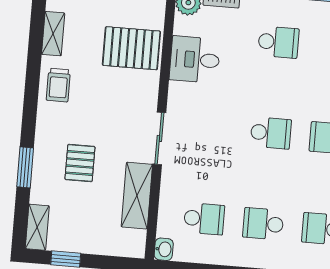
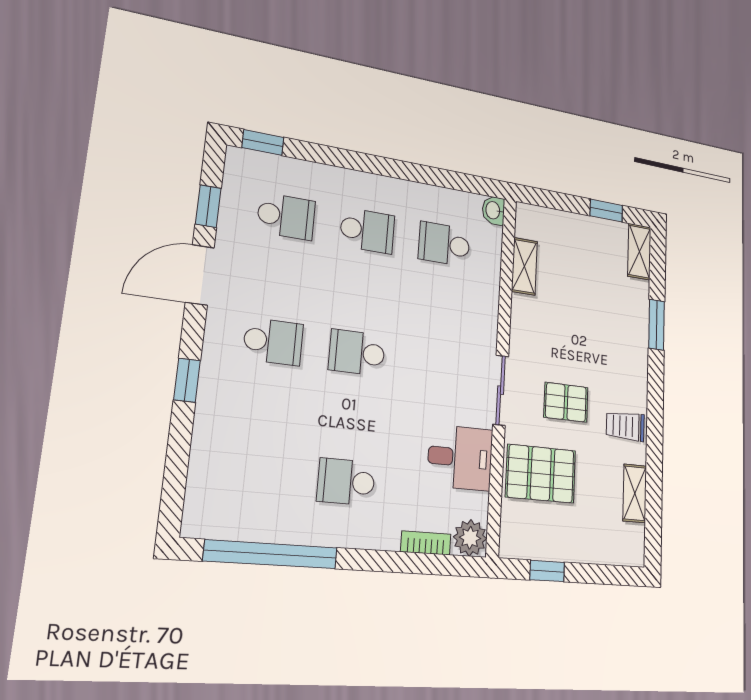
trolley: (58, 85) -> (625, 426), turned -90
sliding door: (159, 138) -> (501, 390), moved
pallet: (80, 163) -> (566, 402), moved, turned 90
shelving: (137, 196) -> (524, 266), width x0.67, depth x0.75

